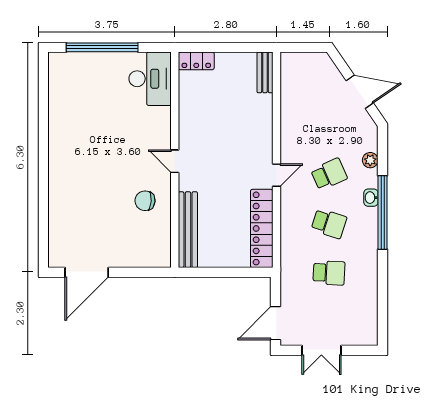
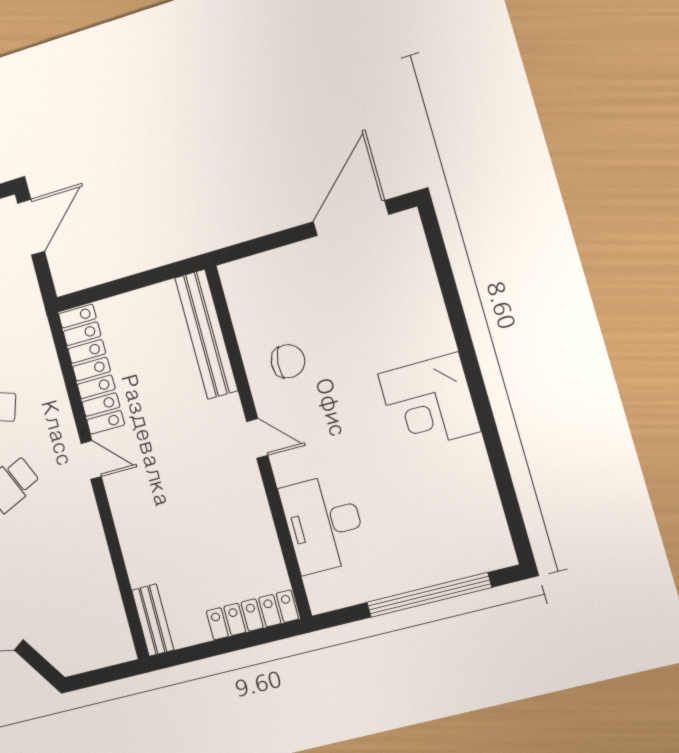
locker: (196, 61) -> (252, 615), width x1.53
desk: (150, 79) -> (324, 523), moved
corner desk: (72, 155) -> (429, 403), added
door: (276, 175) -> (91, 460), swing flipped

